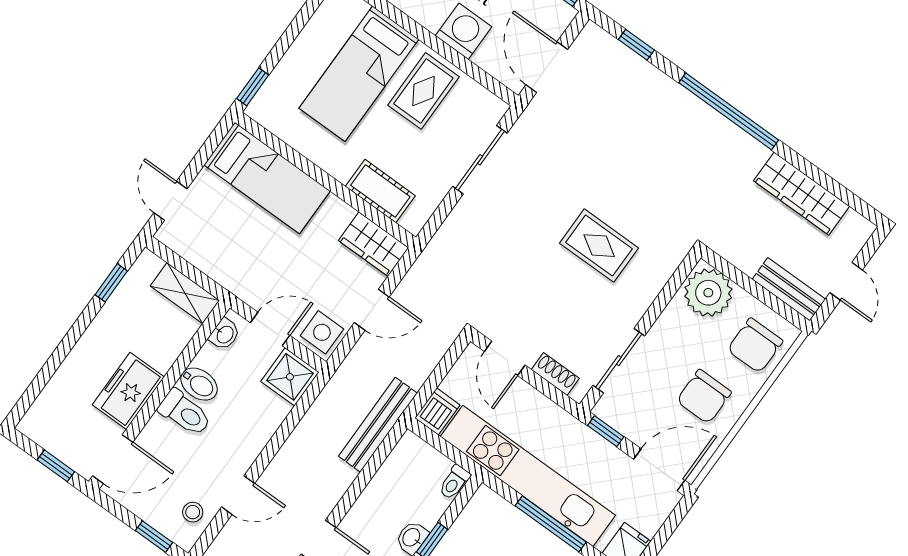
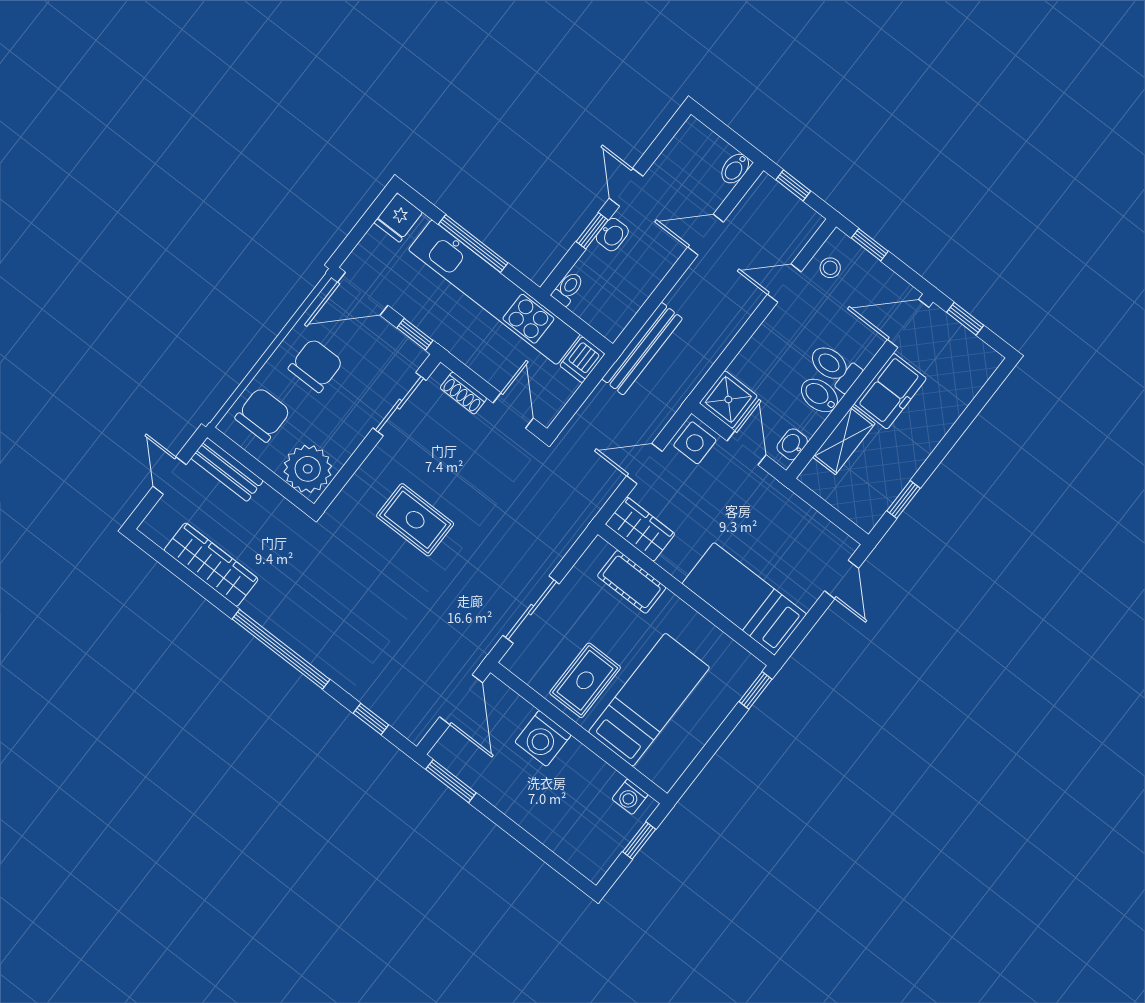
shelving: (185, 293) -> (844, 440), moved, turned 90
door: (270, 329) -> (747, 448), swing flipped

